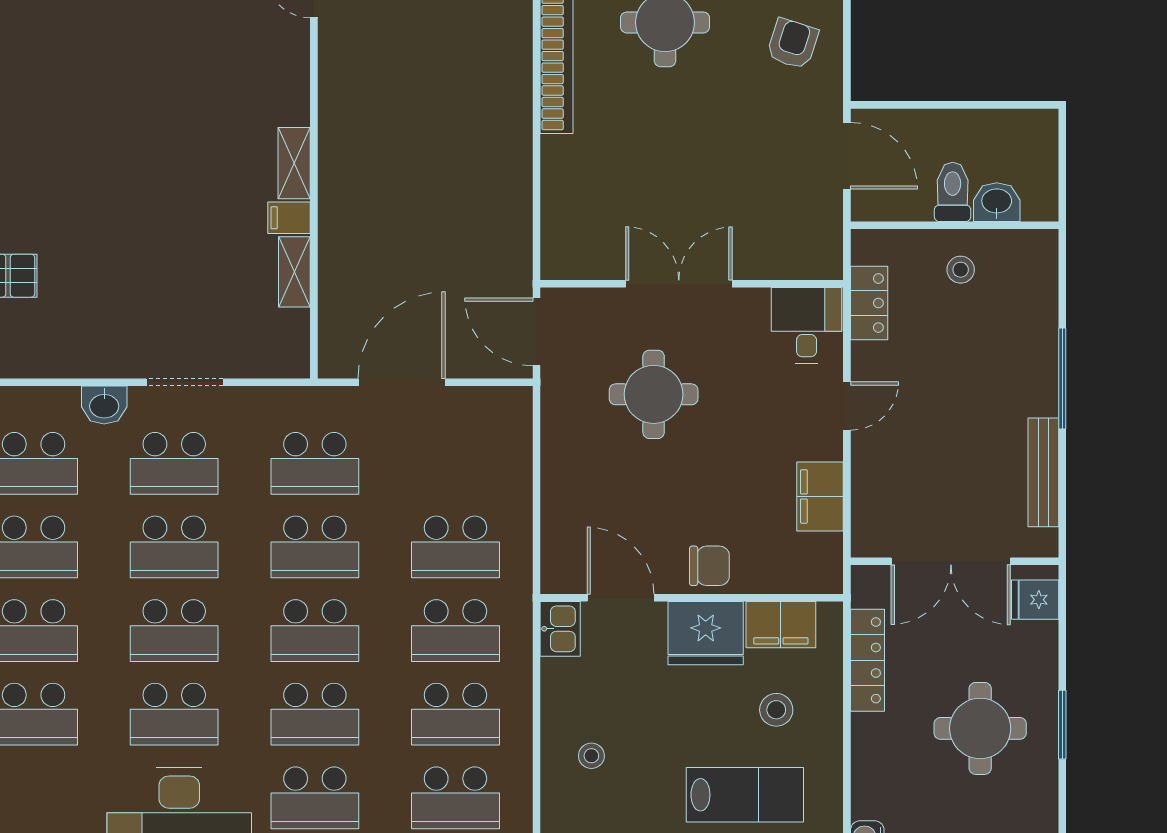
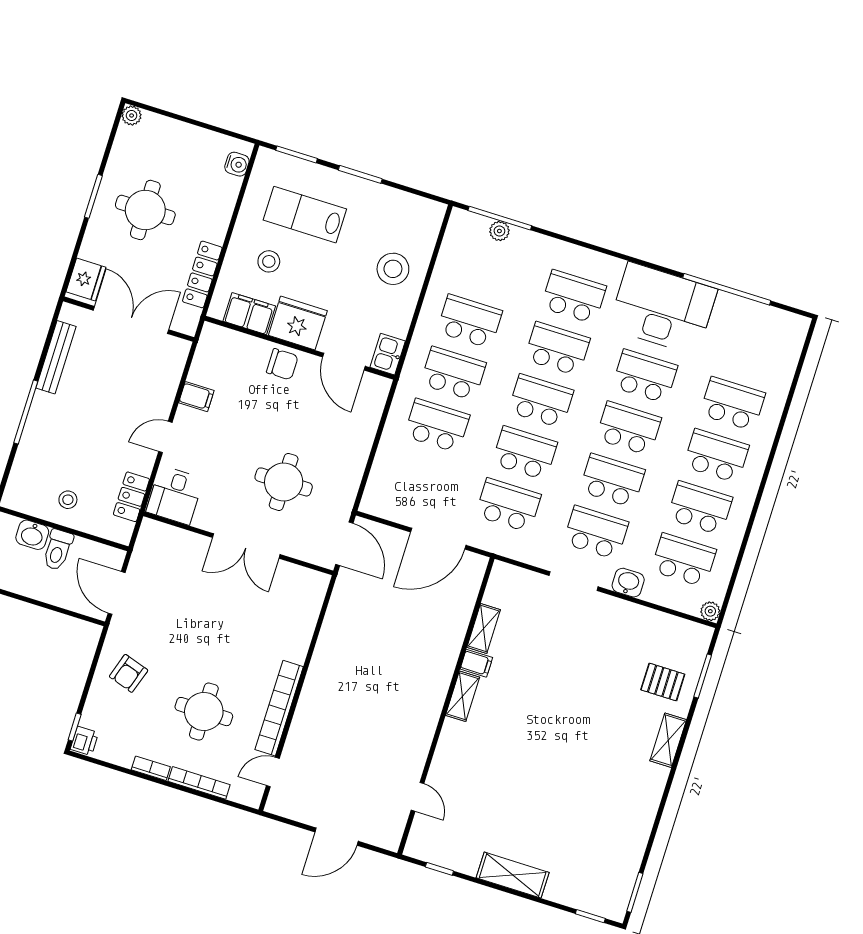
filing cabinet: (820, 496) -> (196, 397), width x0.50
chair: (709, 566) -> (282, 364), turned 180
fridge: (1035, 600) -> (86, 280), width x1.38
stool: (591, 756) -> (393, 269), width x1.89, depth x1.89
school desk: (455, 798) -> (486, 269), removed

